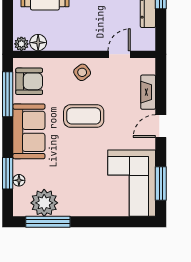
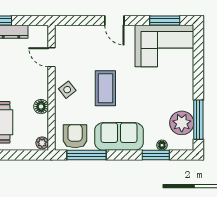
floor lamp: (38, 43) -> (41, 107), moved
fireplace: (148, 92) -> (85, 32), removed

